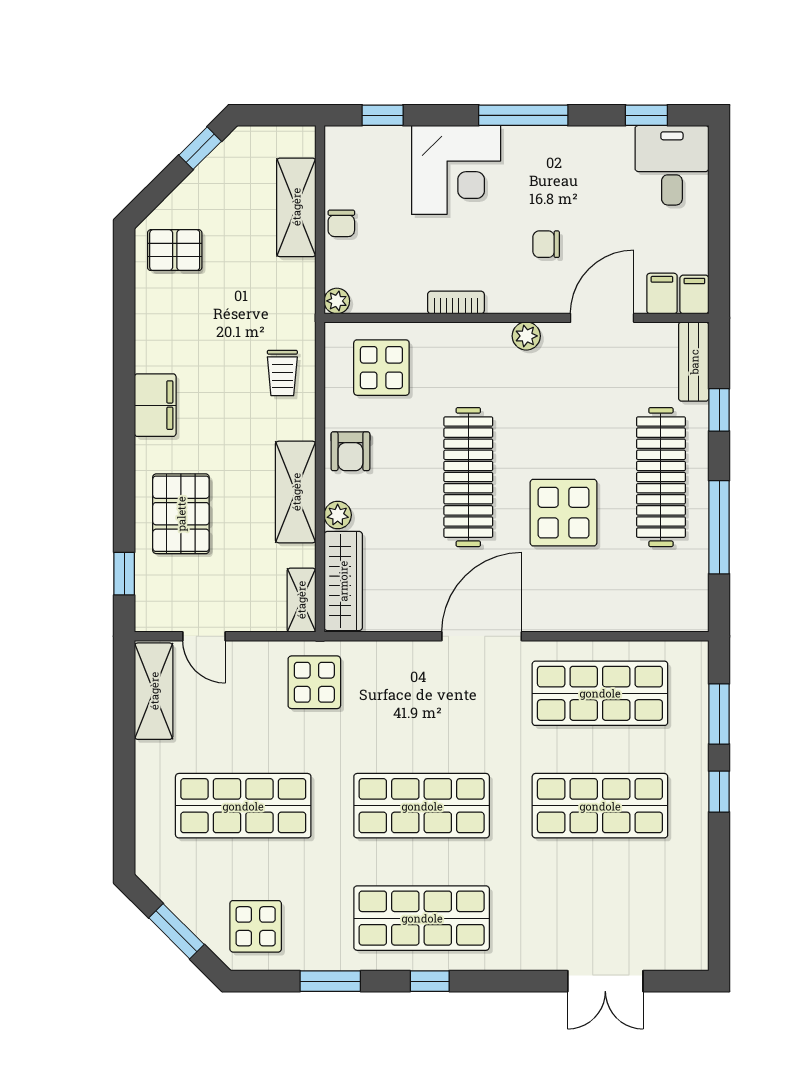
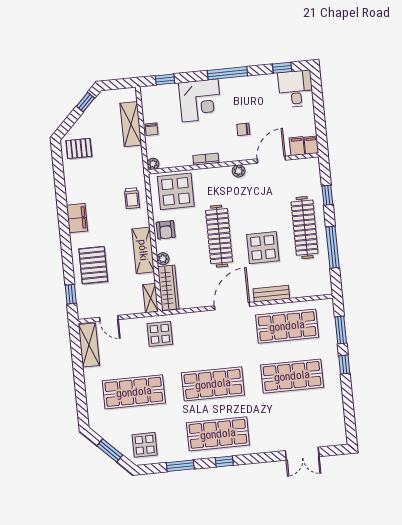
bench: (694, 362) -> (271, 294), moved, turned 90
display table: (381, 368) -> (176, 191), width x1.36, depth x1.36

